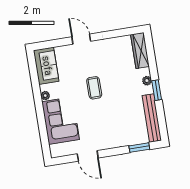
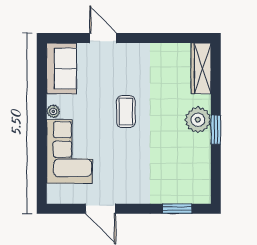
door: (81, 39) -> (103, 38), moved
plant: (147, 81) -> (198, 120), width x1.87, depth x1.87
bench: (152, 118) -> (202, 169), removed

